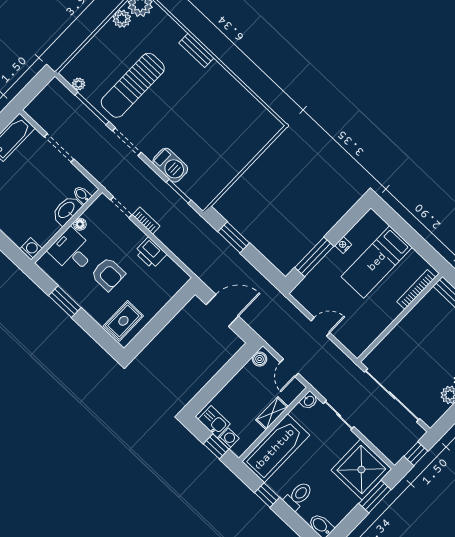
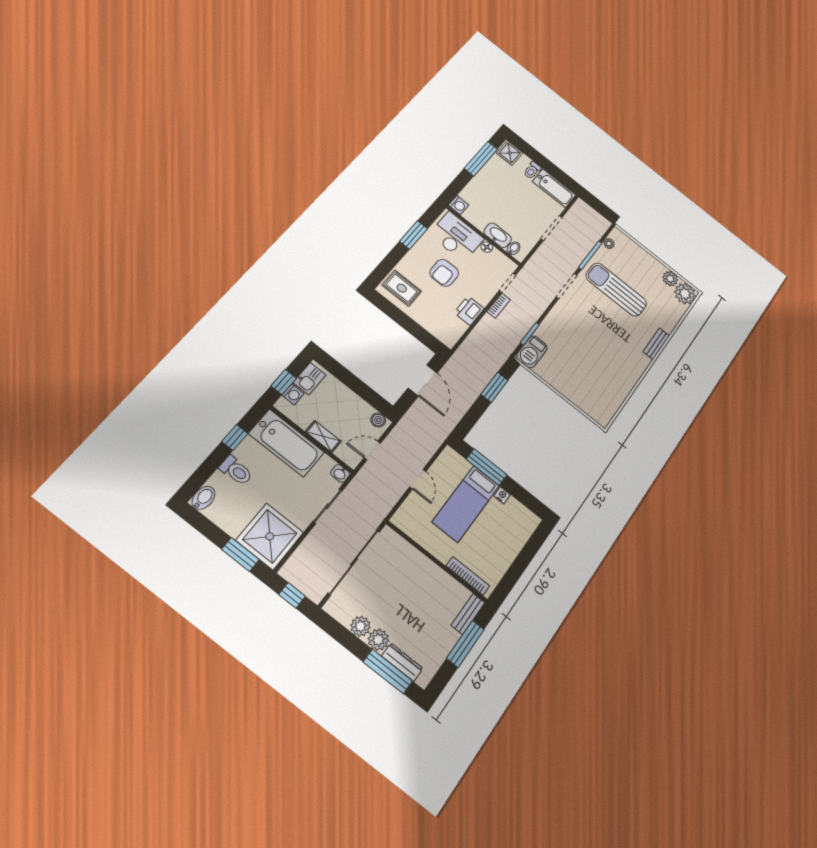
barbecue: (170, 165) -> (532, 352), moved
desk: (72, 251) -> (457, 237), width x1.37
bed: (377, 262) -> (466, 504), moved, turned -90

